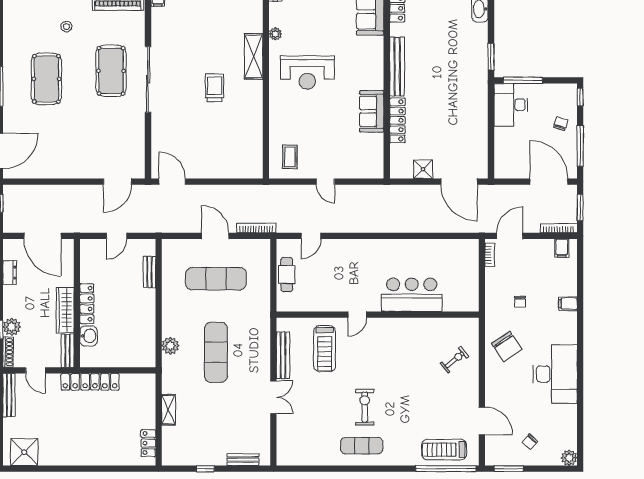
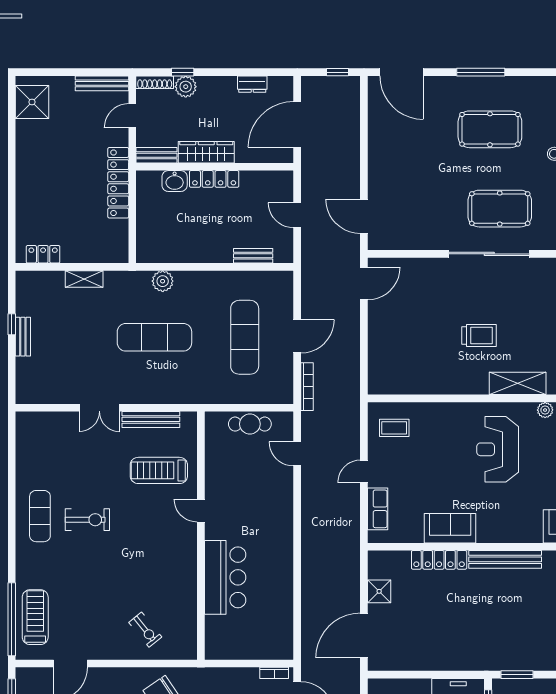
row of seats: (356, 170) -> (378, 509), added
bench: (243, 460) -> (23, 337), moved

